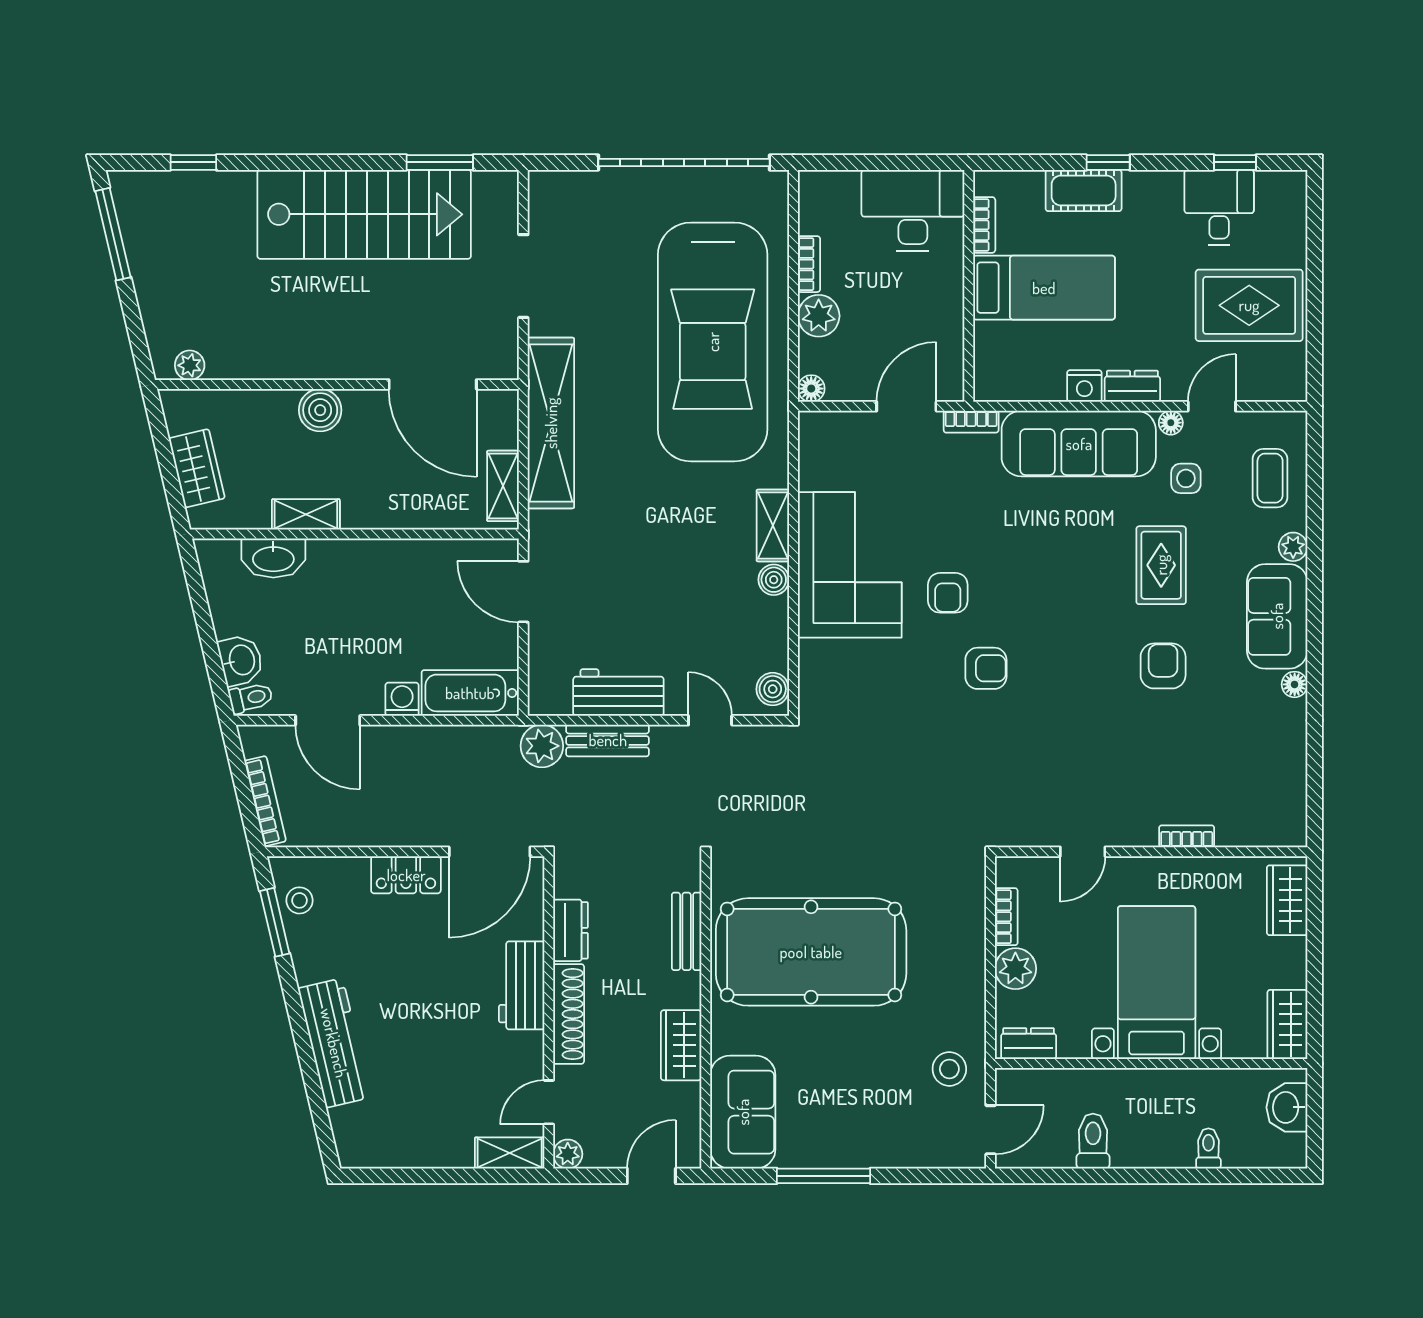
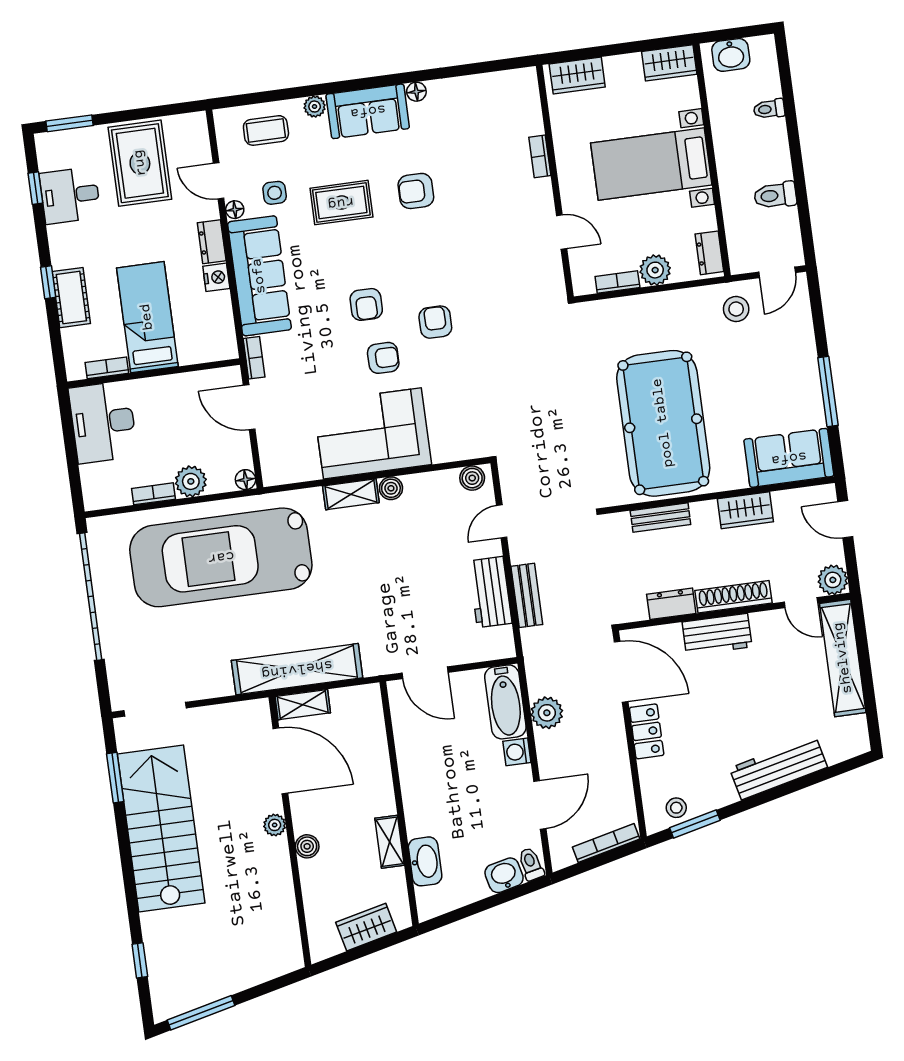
window: (1315, 219) -> (70, 123), added
doorway: (523, 276) -> (155, 709), moved
car: (713, 342) -> (221, 557), turned 180
plant: (190, 365) -> (275, 825), moved
door: (433, 384) -> (280, 761), hinge flipped
boiler: (320, 410) -> (307, 846), width x0.73, depth x0.73
shelving: (503, 486) -> (303, 705), moved
armchair: (1022, 580) -> (366, 304), added
door: (523, 592) -> (425, 673), hinge flipped
plant: (542, 746) -> (547, 713), moved
door: (991, 1130) -> (777, 272), swing flipped
shelving: (510, 1153) -> (843, 658), width x2.20, depth x1.33
plant: (568, 1154) -> (833, 580), width x1.38, depth x1.38

